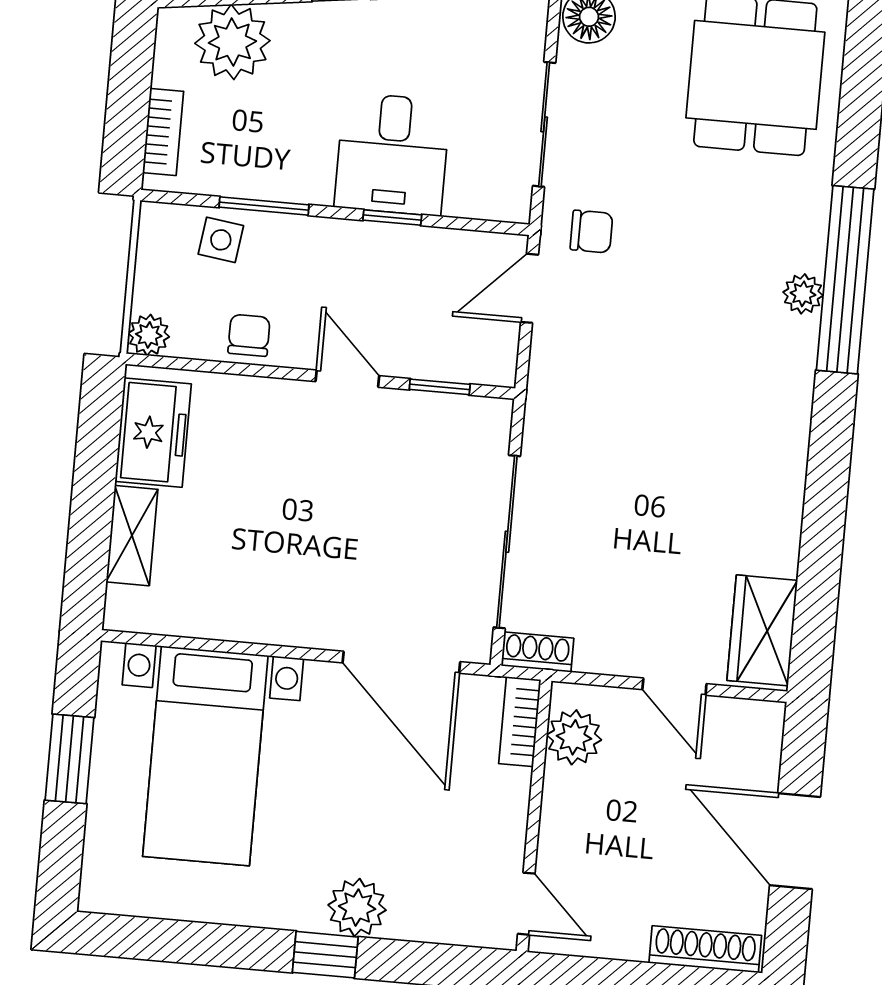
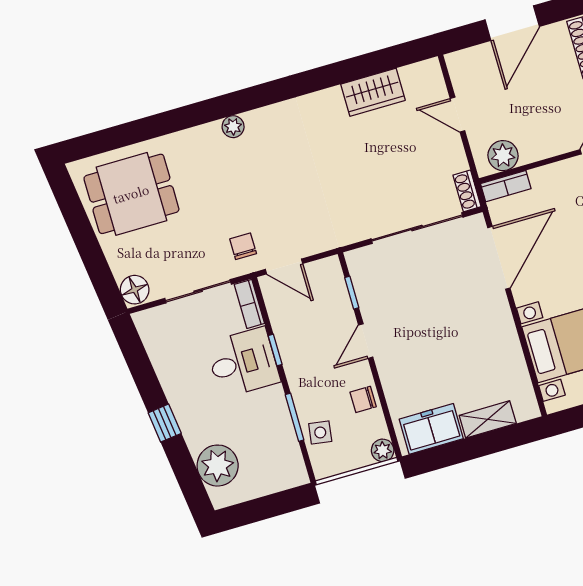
bookcase: (163, 132) -> (249, 304), moved, turned -90
window: (845, 280) -> (218, 108), removed
wardrobe: (762, 630) -> (373, 92), moved
door: (674, 687) -> (458, 115), swing flipped

